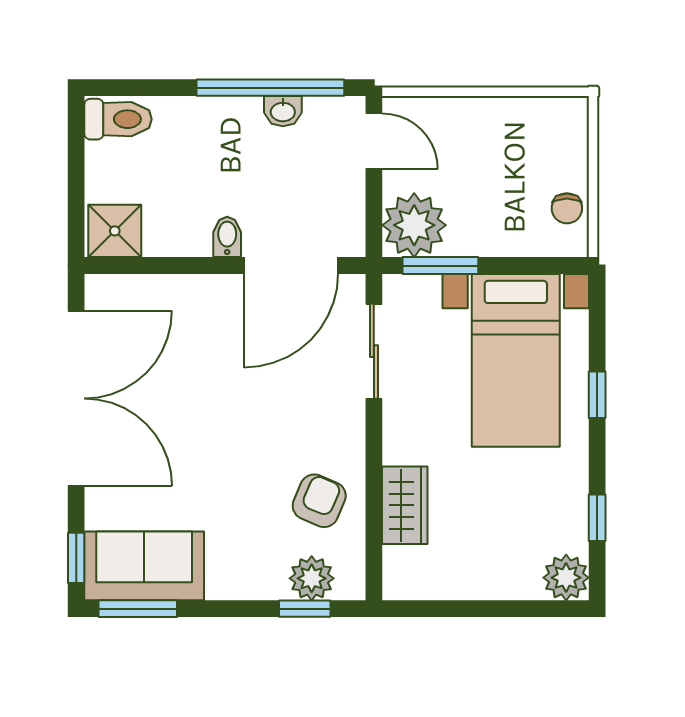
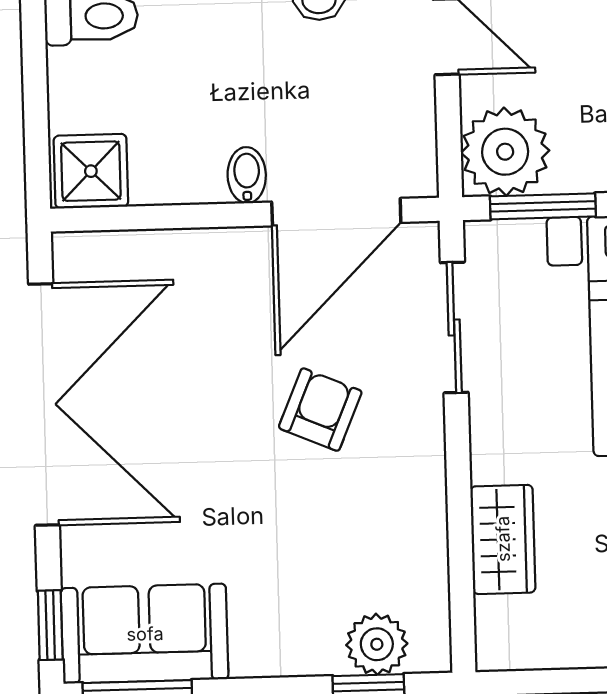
armchair: (319, 501) -> (320, 410), moved

